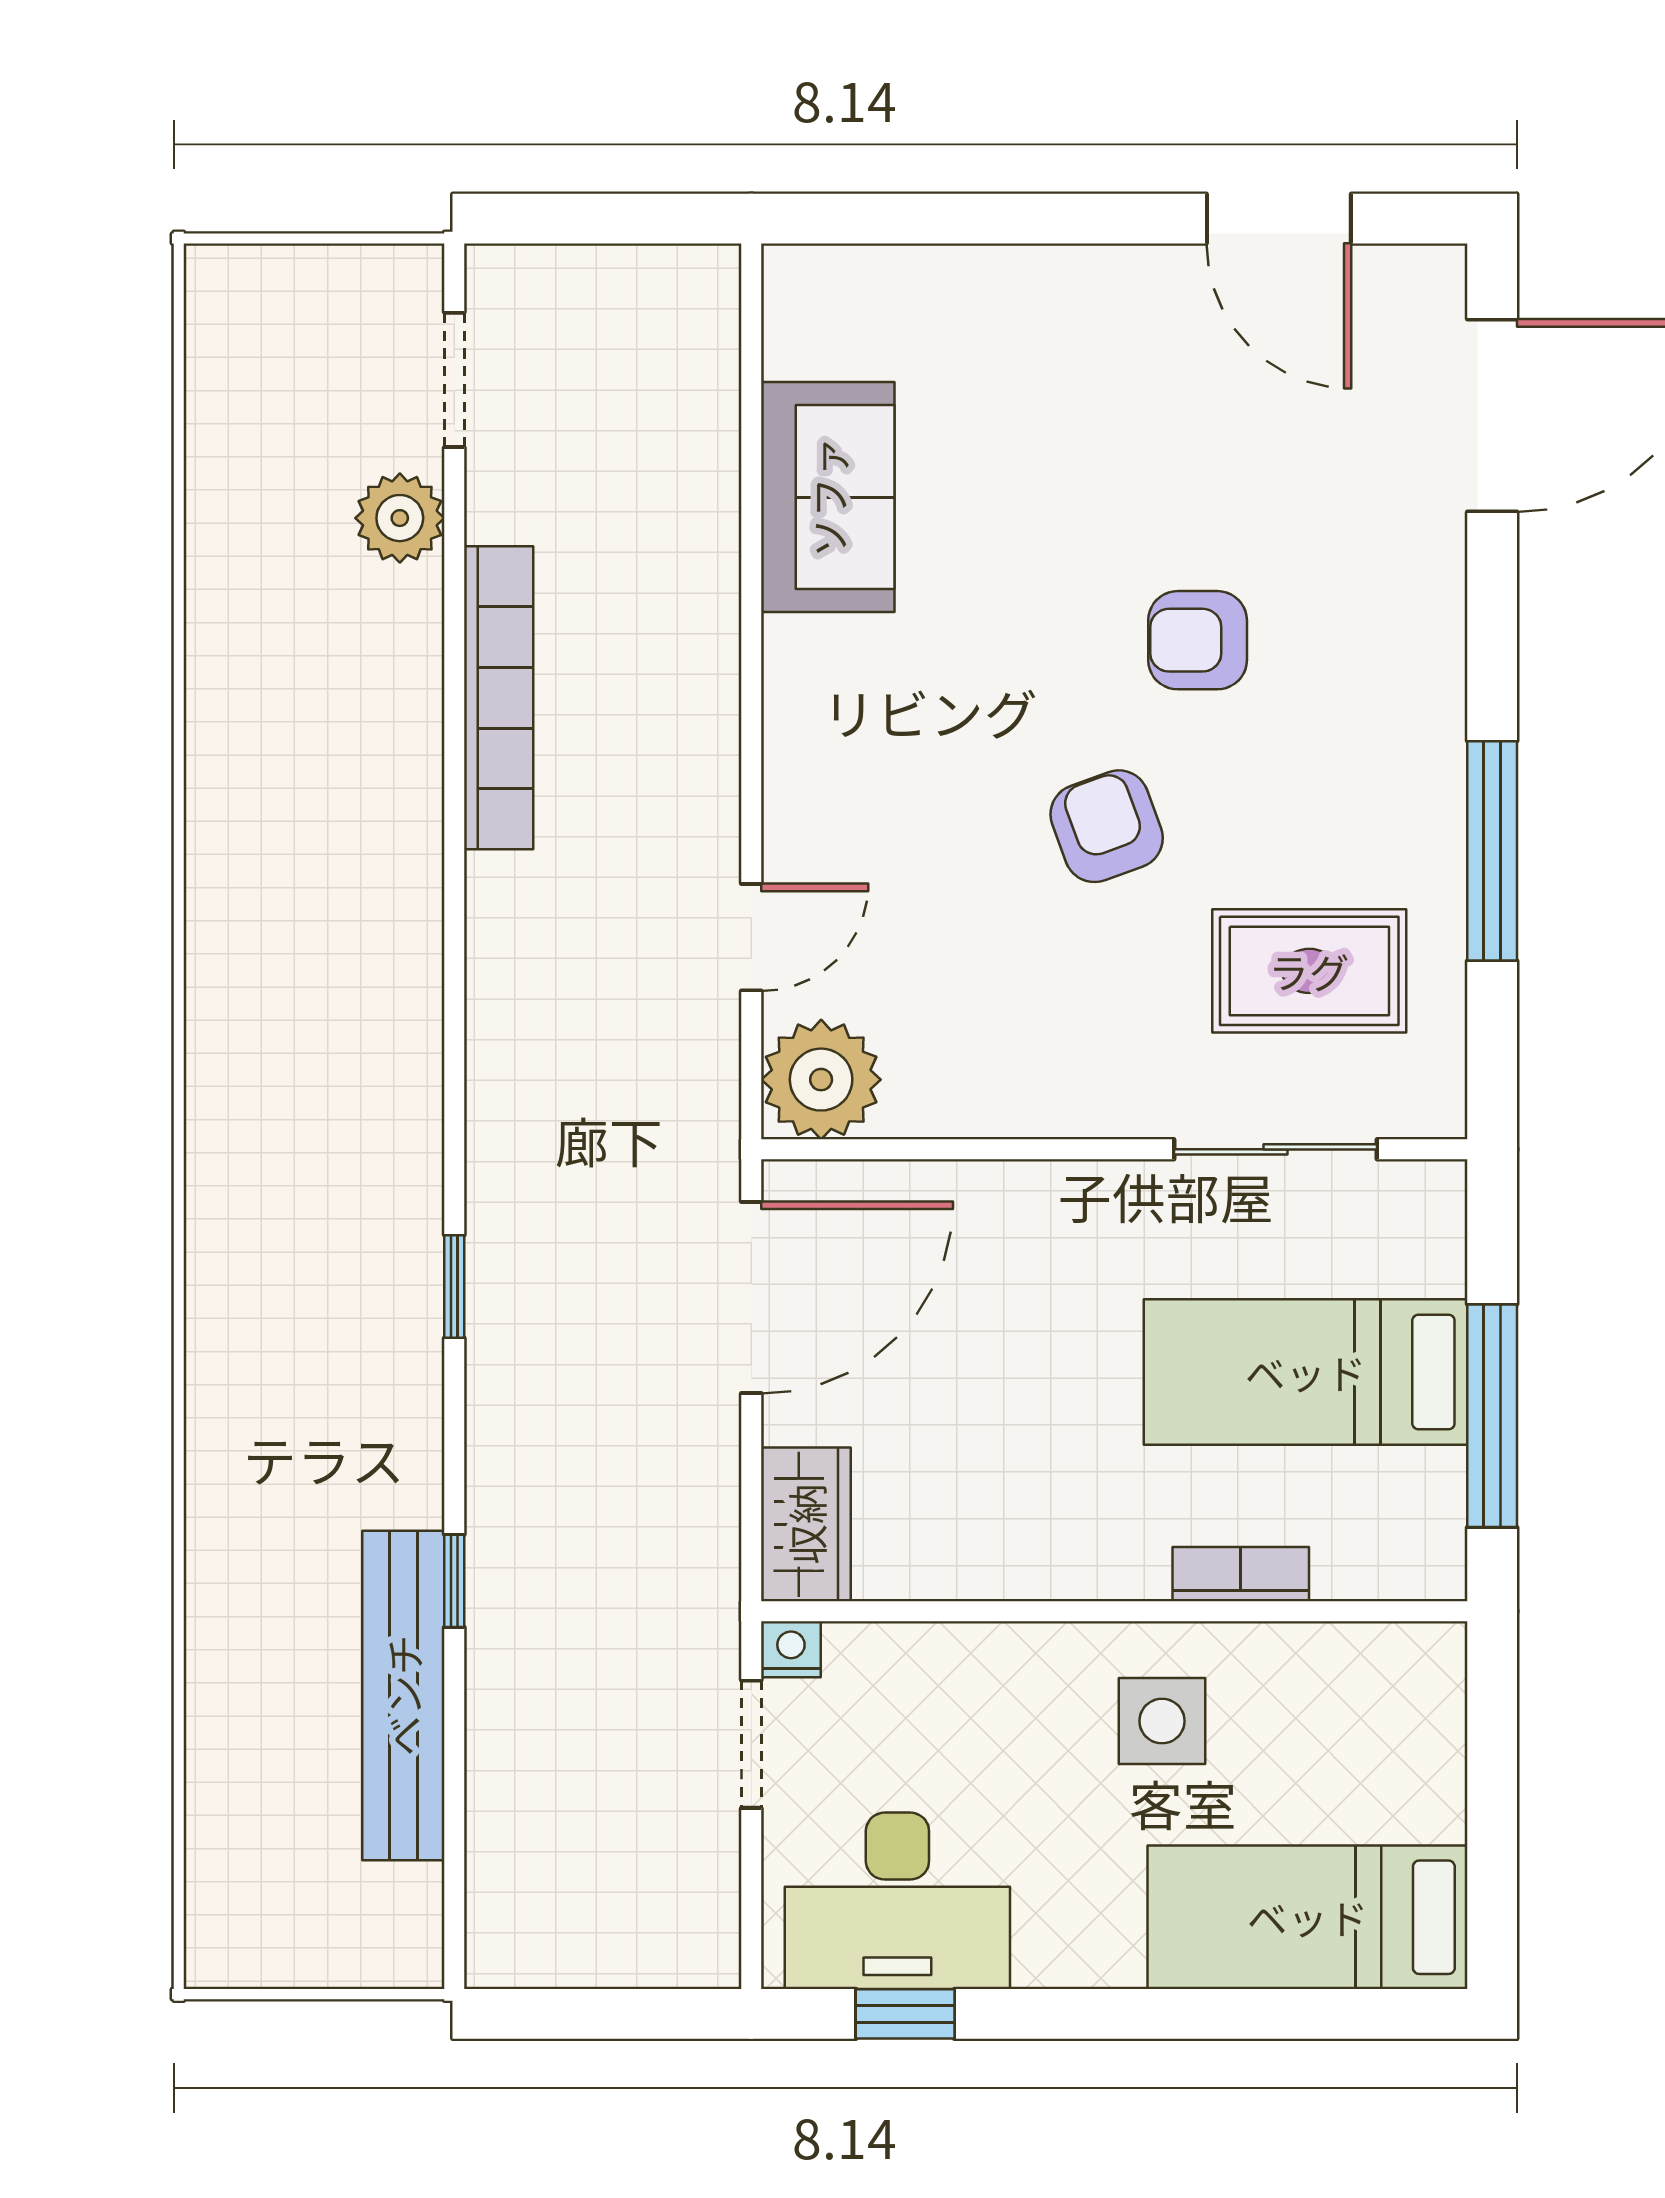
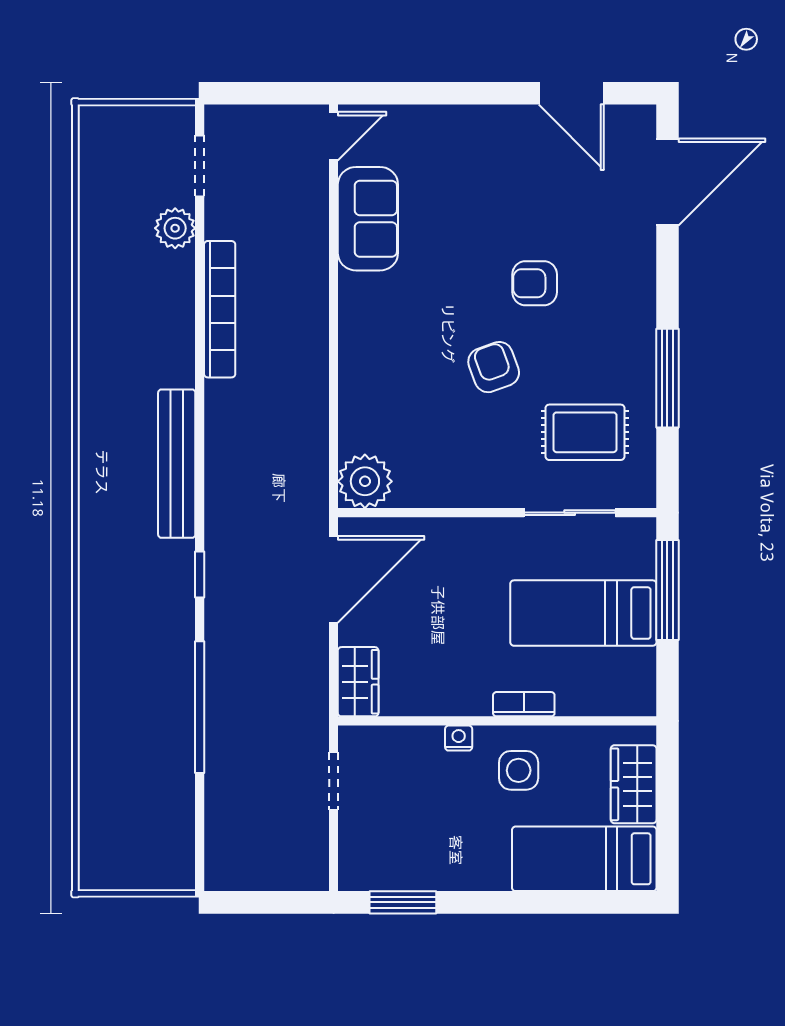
door: (751, 937) -> (334, 136), moved
window: (1492, 1416) -> (667, 590), moved
bookcase: (1241, 1574) -> (524, 704), moved
window: (454, 1581) -> (200, 707), width x3.17
nightstand: (791, 1649) -> (459, 738), moved
bench: (403, 1695) -> (177, 464), moved
wardrobe: (1417, 1752) -> (634, 784), added
desk: (897, 1901) -> (399, 851), removed
window: (905, 2014) -> (403, 902), width x1.50

